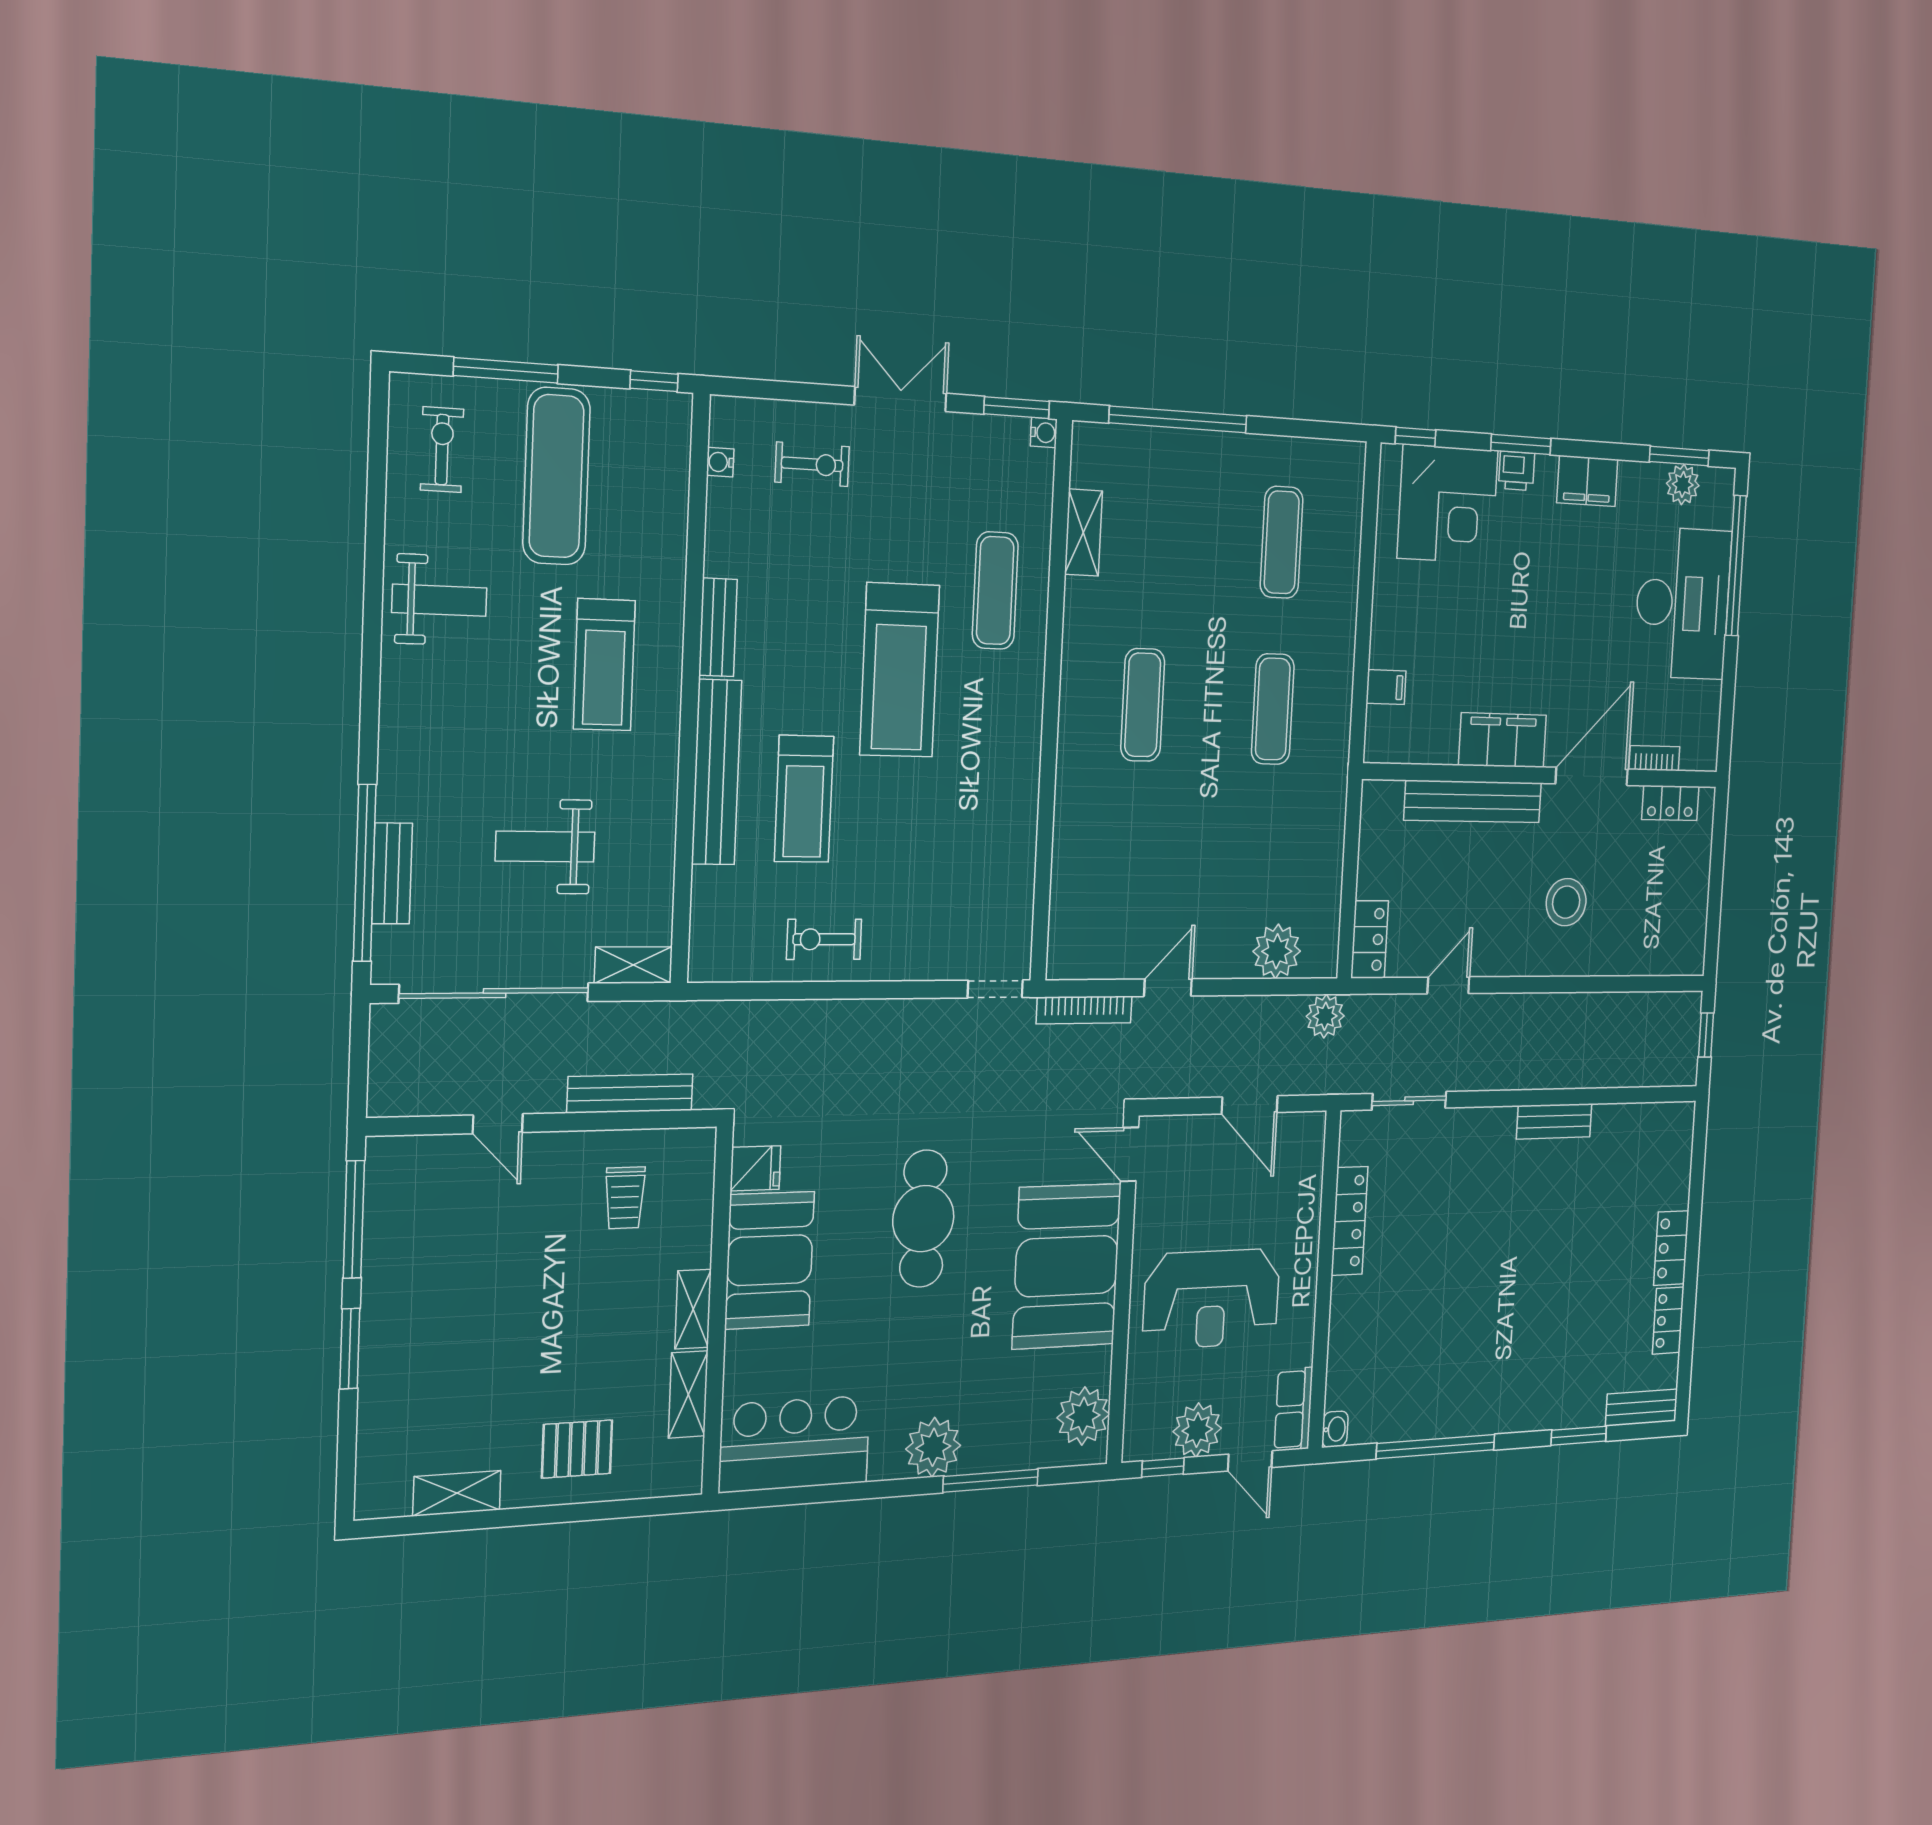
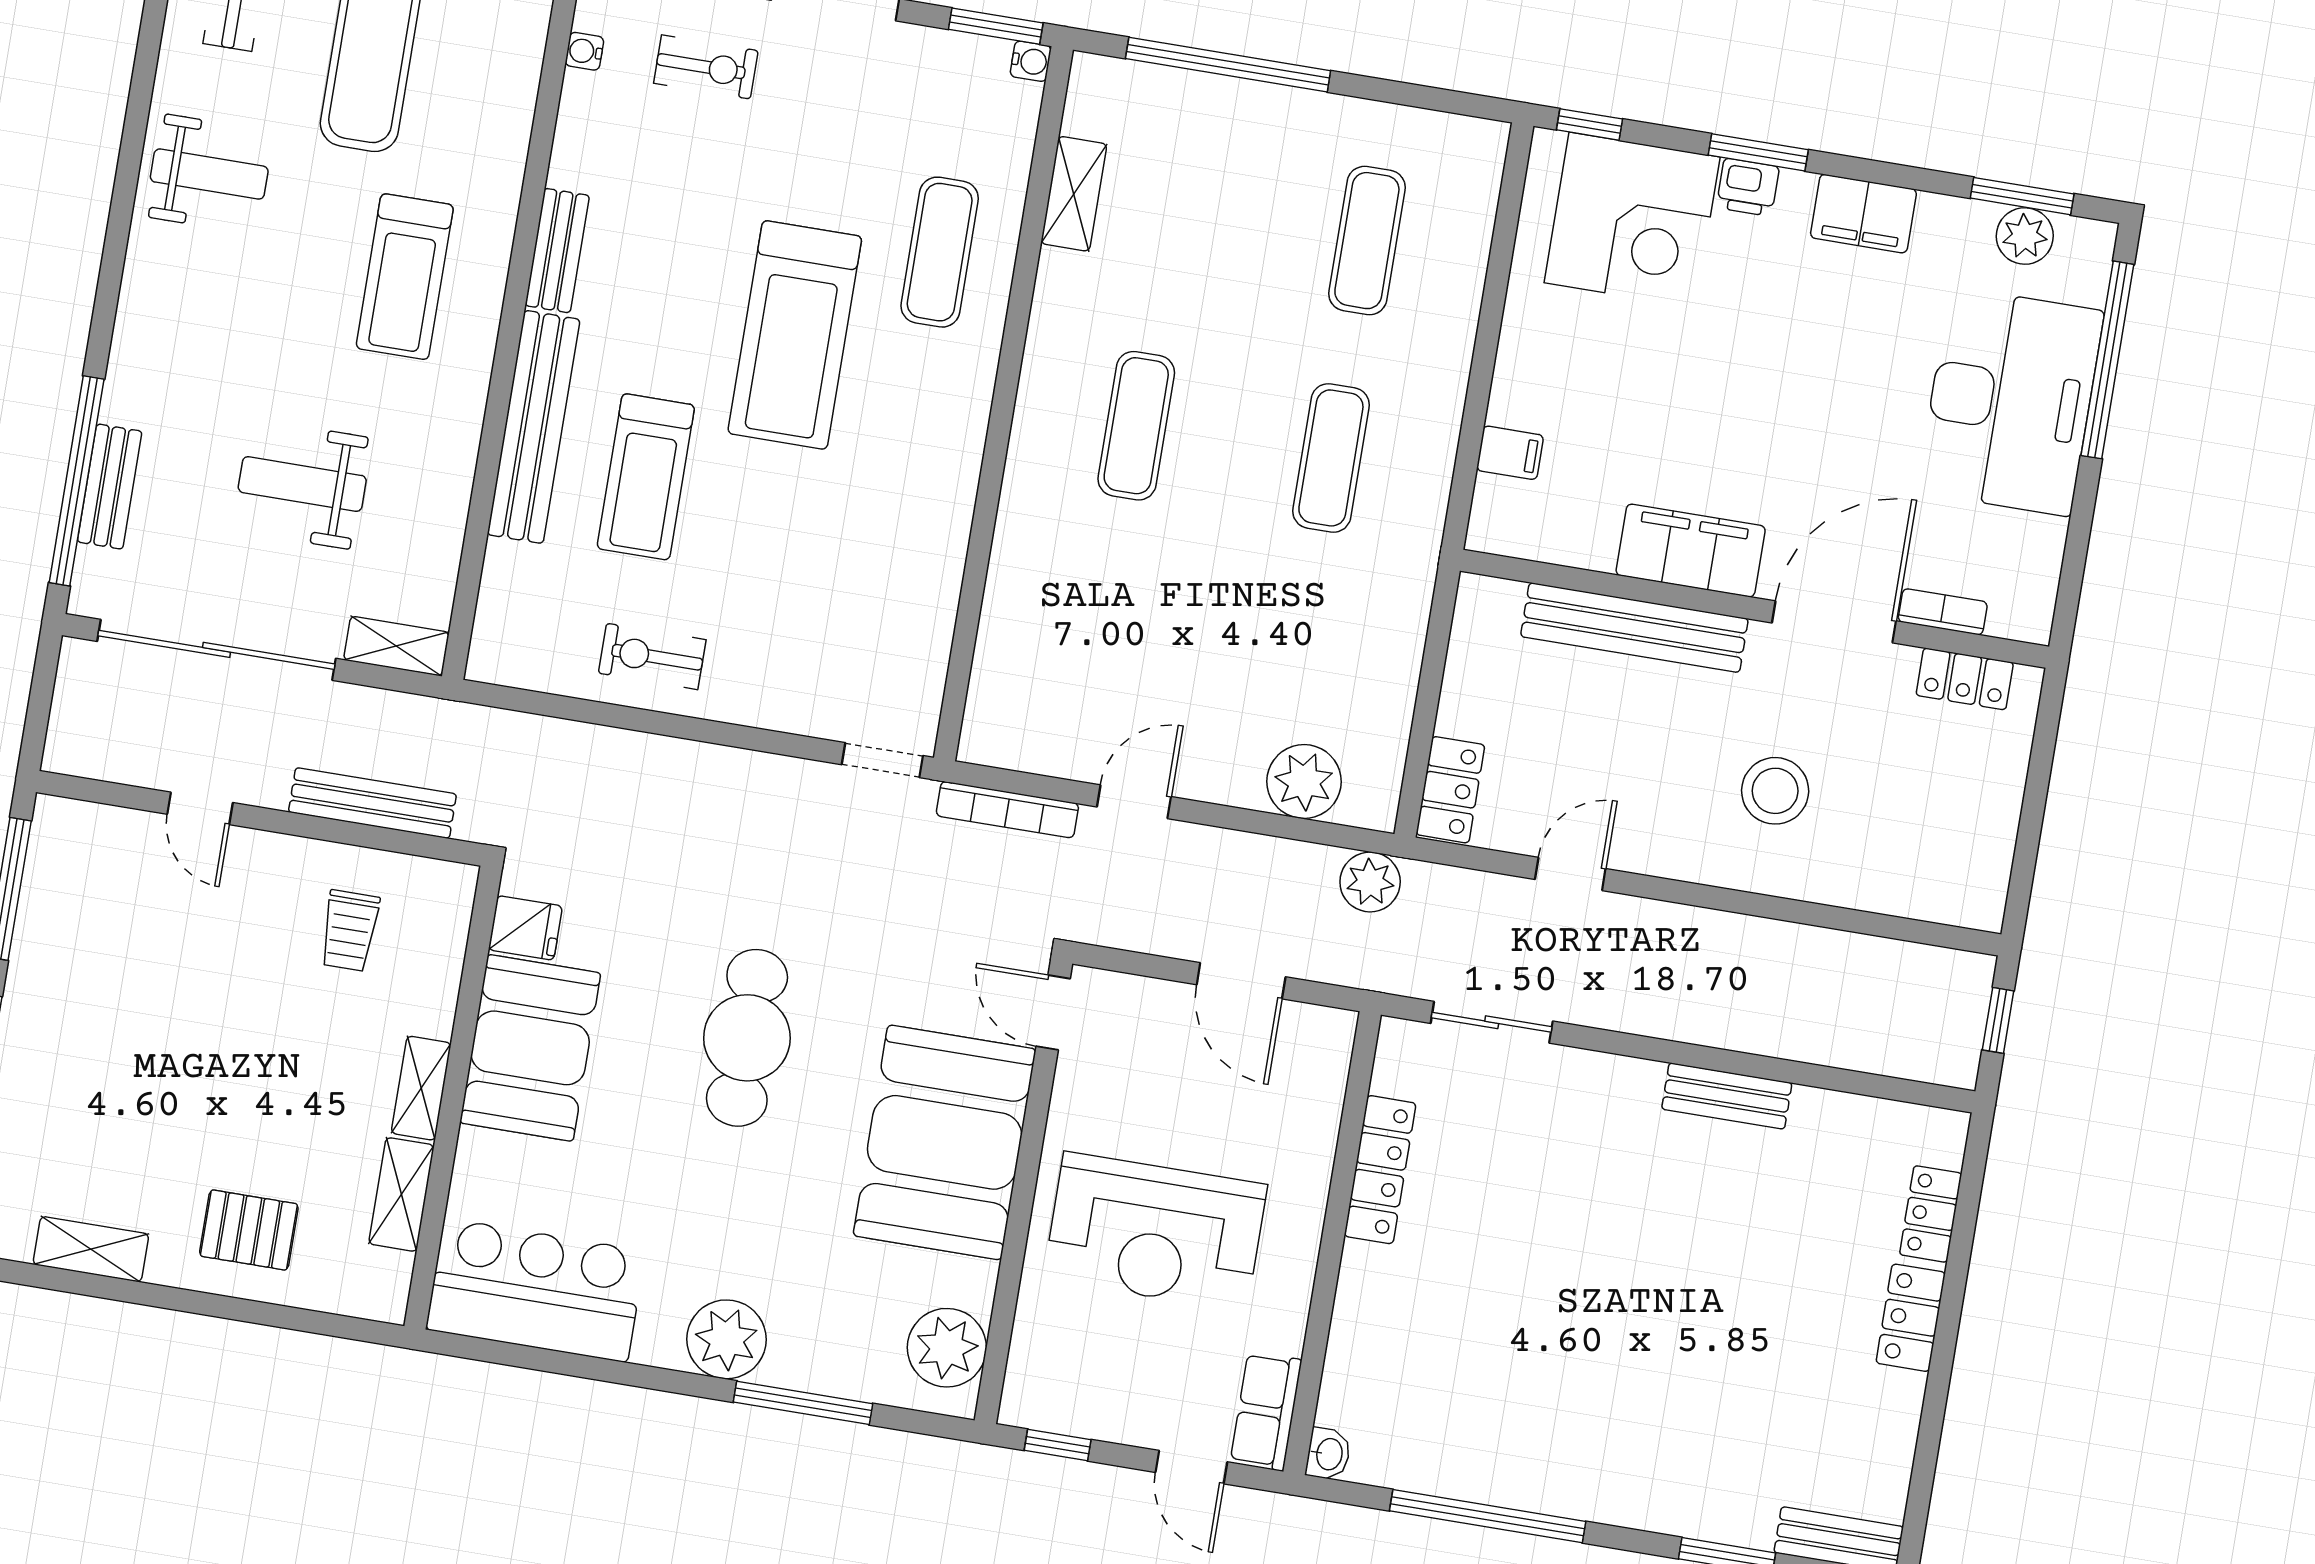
locker: (1668, 1321) -> (1931, 1214), moved
plant: (1197, 1430) -> (1115, 1406), removed

